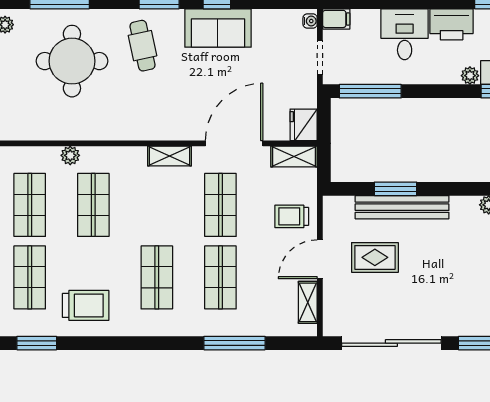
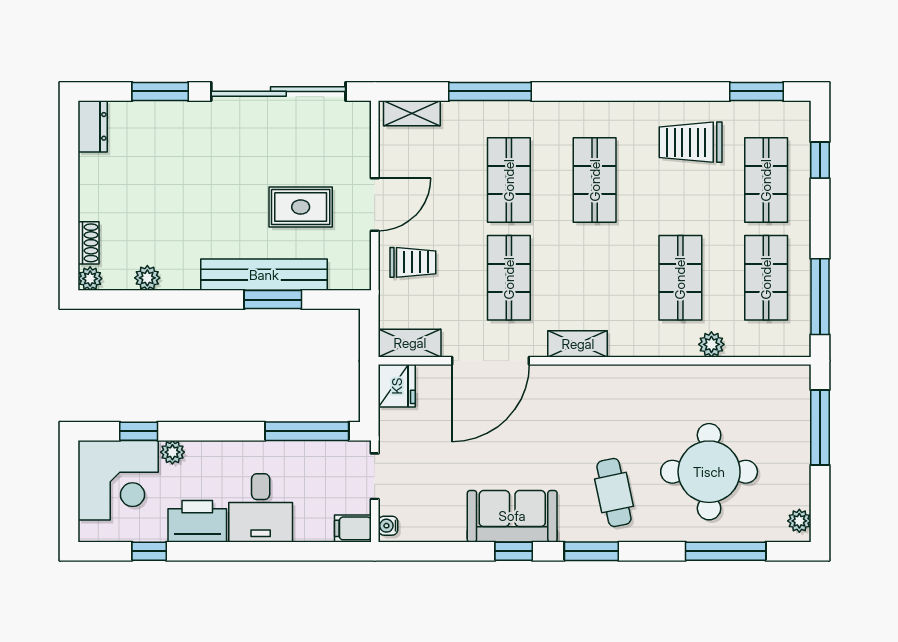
shelving: (308, 302) -> (412, 113), moved, turned 90

